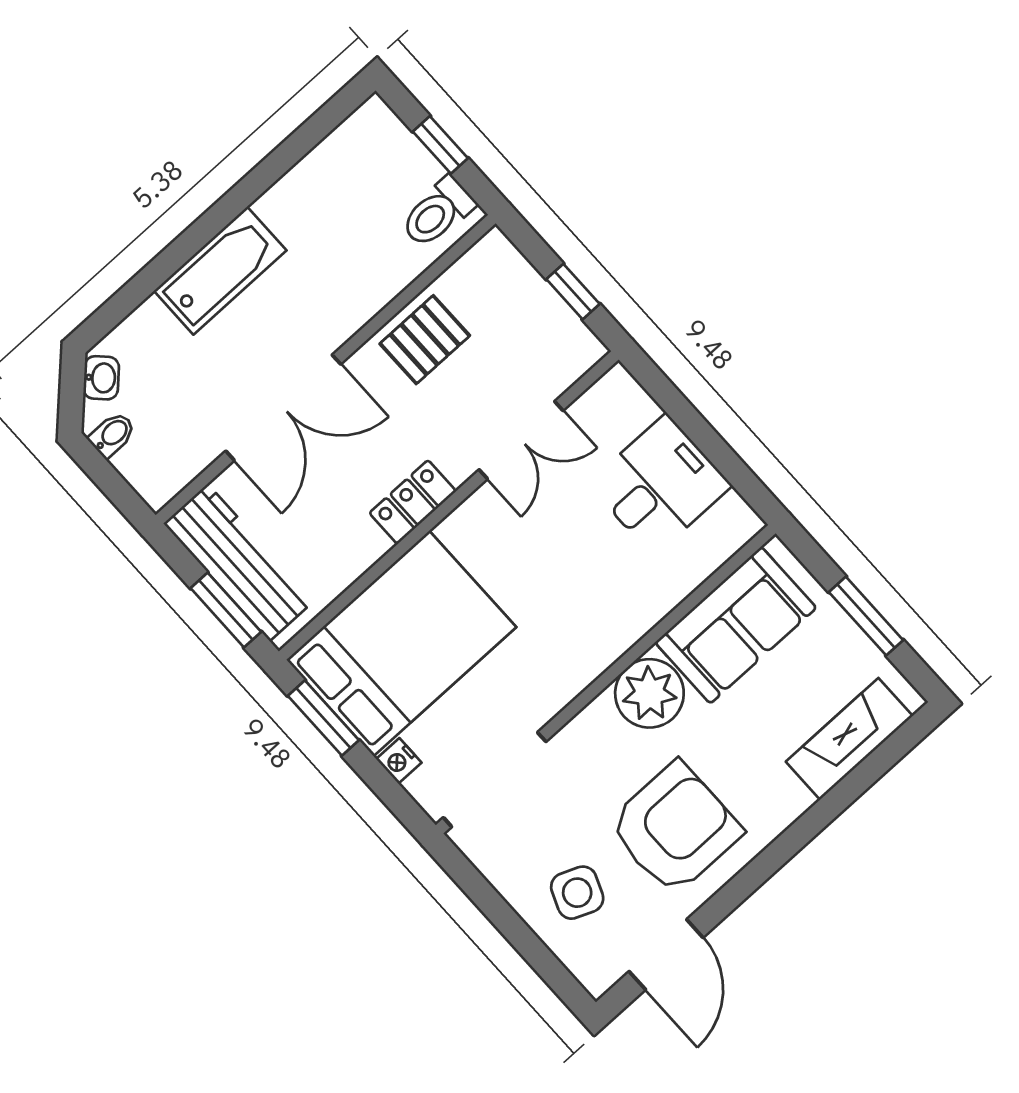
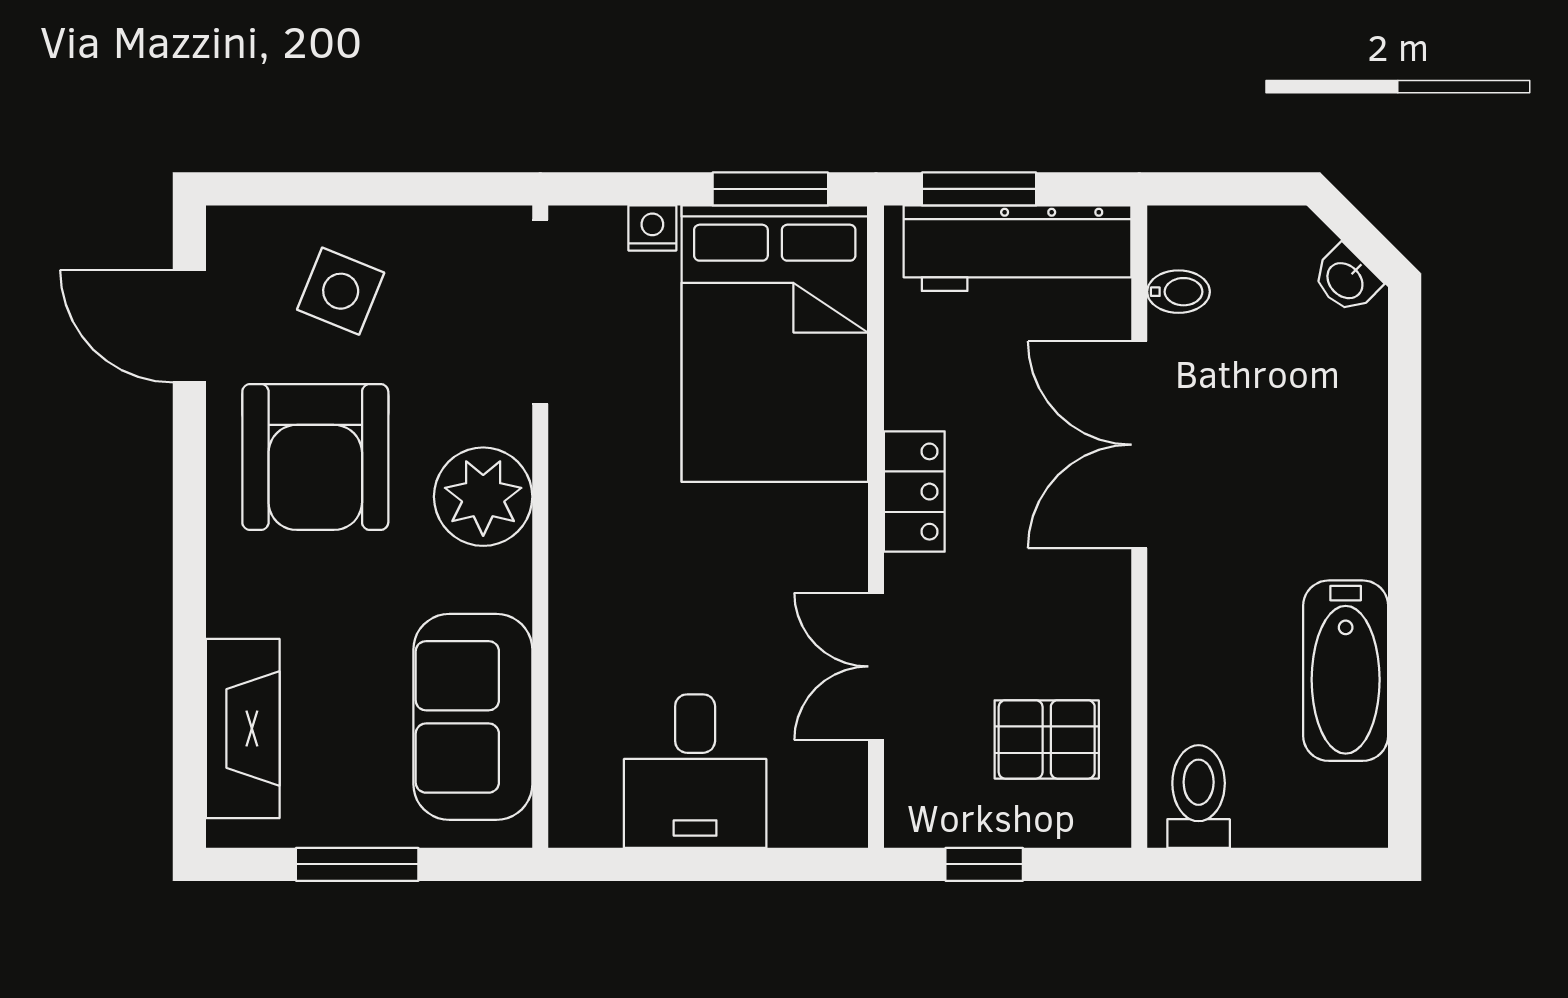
window: (440, 145) -> (1268, 864), removed
bathtub: (220, 271) -> (1346, 671), moved
pallet: (425, 340) -> (1047, 739), moved, turned 90
bidet: (112, 435) -> (1179, 292), moved, turned -90
plant: (649, 693) -> (483, 497), moved

